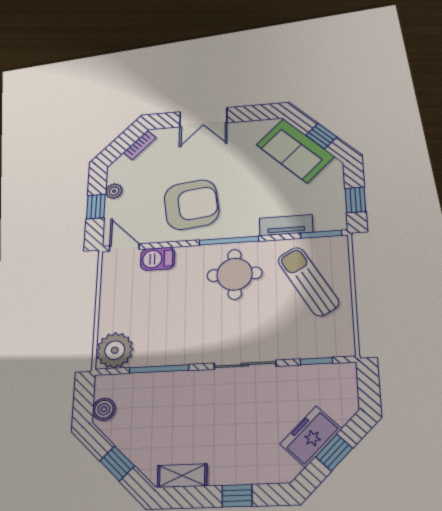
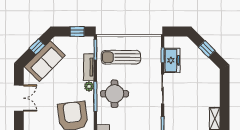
double door: (203, 117) -> (19, 98), moved
plant: (248, 228) -> (89, 86), added
sun lounger: (308, 281) -> (121, 57), turned 30
freezer: (311, 436) -> (172, 60), moved, turned -135
window: (237, 496) -> (225, 93), removed

